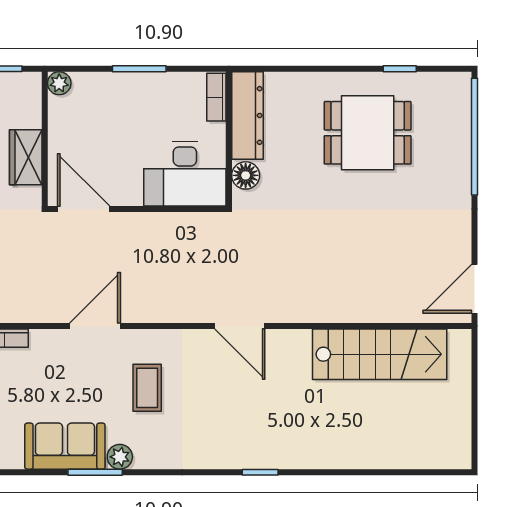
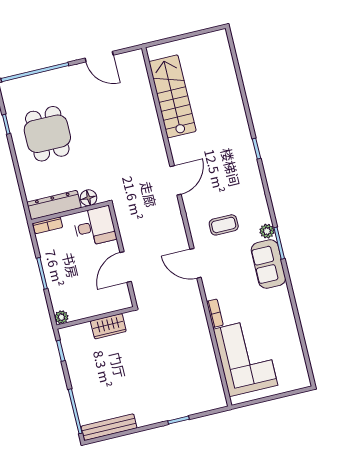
desk: (185, 174) -> (94, 226), width x0.73
door: (84, 209) -> (126, 267), moved
door: (474, 289) -> (99, 57), moved

